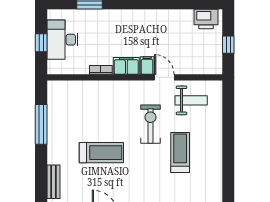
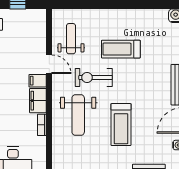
door: (164, 77) -> (49, 64), swing flipped
weight bench: (111, 108) -> (78, 115), added
treadmill: (101, 153) -> (121, 125), turned 180

